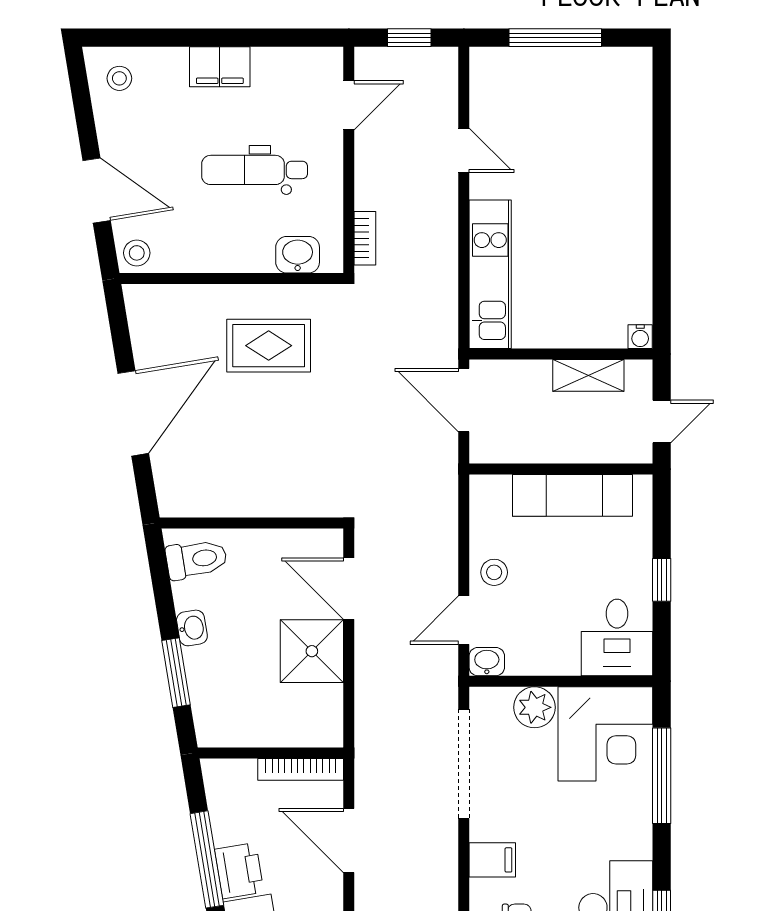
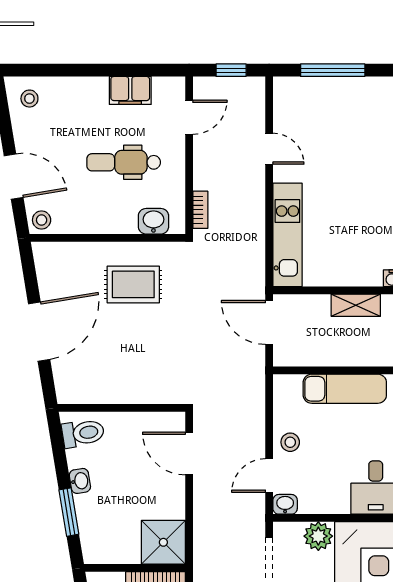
filing cabinet: (220, 67) -> (130, 90), moved
shower: (312, 651) -> (163, 542), moved

